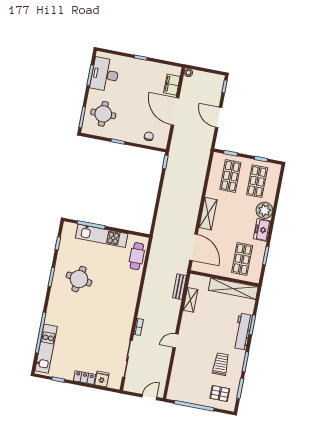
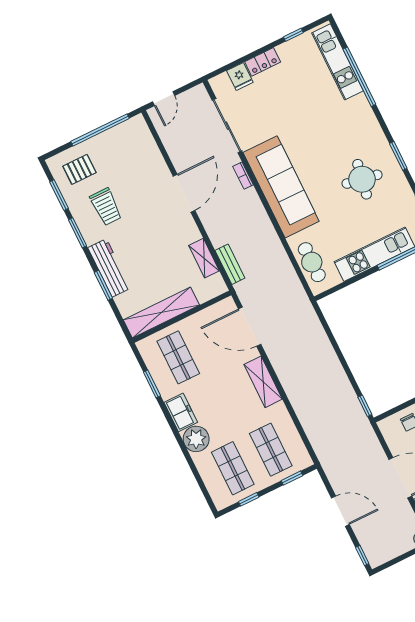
sofa: (123, 307) -> (281, 187), added
door: (176, 341) -> (184, 193), width x1.87

